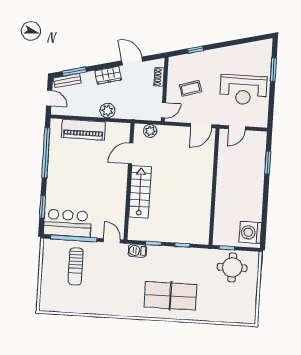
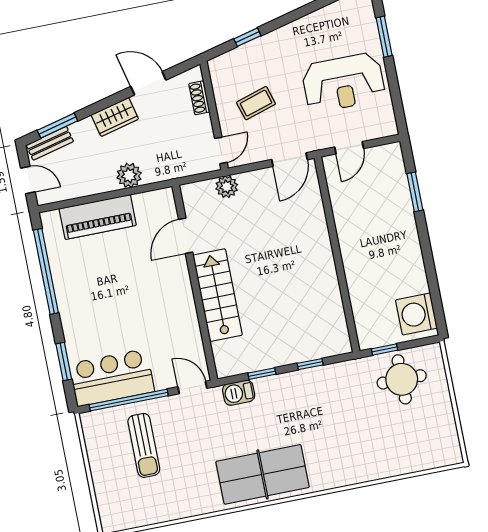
plant: (150, 131) -> (227, 187), moved
table tennis table: (171, 296) -> (263, 474), moved

